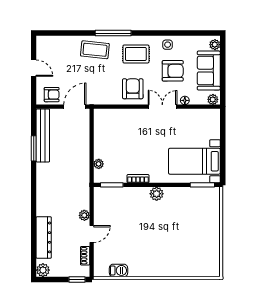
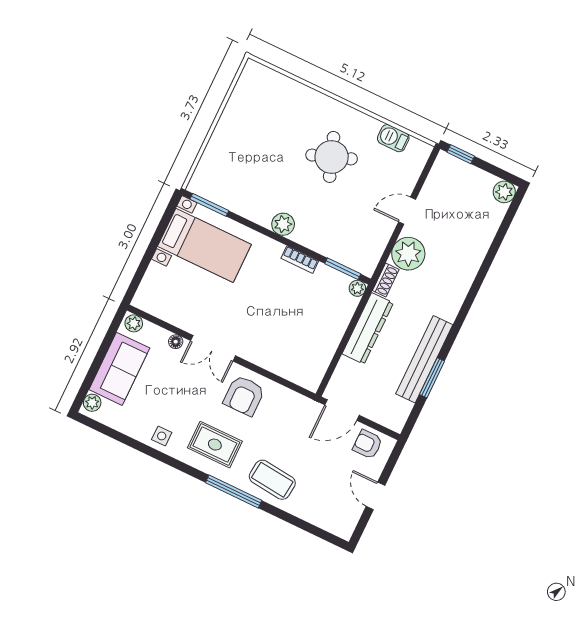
armchair: (173, 71) -> (173, 394), removed
bench: (43, 136) -> (424, 359), moved
plant: (99, 164) -> (357, 288), moved
plant: (84, 215) -> (408, 254), width x1.87, depth x1.87
dresser: (44, 237) -> (368, 328), moved, turned 180
round table: (148, 244) -> (332, 157), added
shoe rack: (85, 256) -> (386, 280), moved

